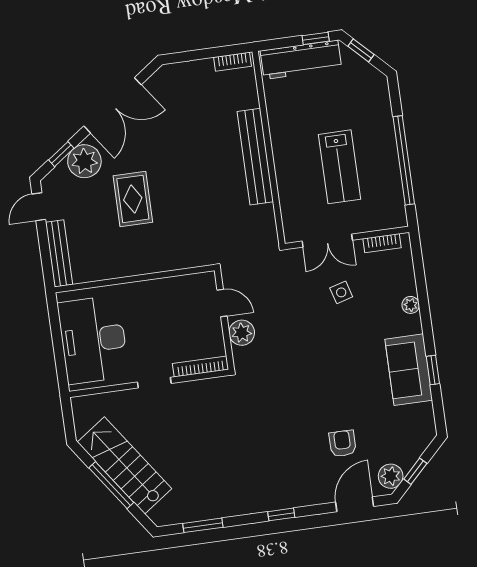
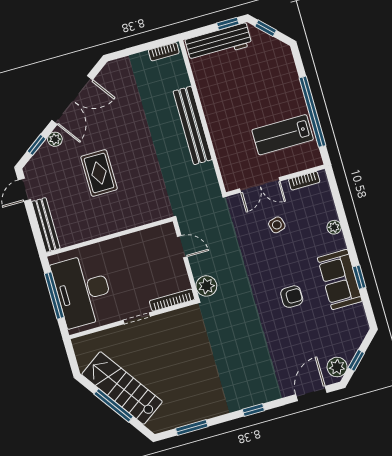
plant: (84, 161) -> (55, 139), width x0.53, depth x0.53
lab bench: (339, 167) -> (283, 135), moved, turned 90
plant: (242, 333) -> (206, 286), moved
window: (57, 341) -> (54, 295), added
armchair: (343, 443) -> (292, 297), moved, turned 90

